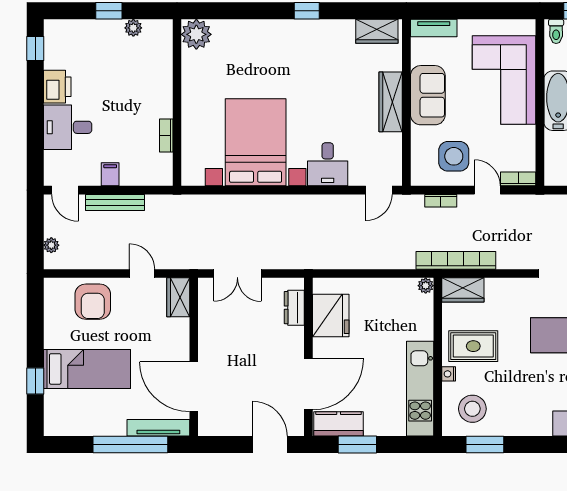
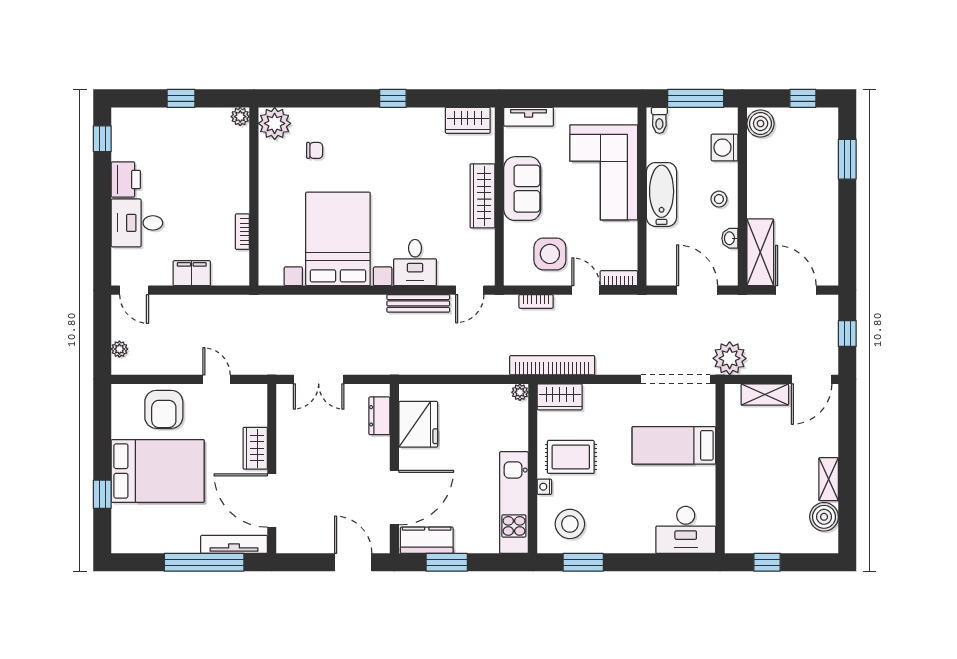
plant: (133, 28) -> (240, 117), moved
chair: (234, 59) -> (315, 150), added
filing cabinet: (110, 174) -> (192, 273), width x2.00
bench: (115, 203) -> (418, 303), moved
wardrobe: (178, 297) -> (255, 448), moved
bed: (87, 369) -> (158, 471), width x1.50

